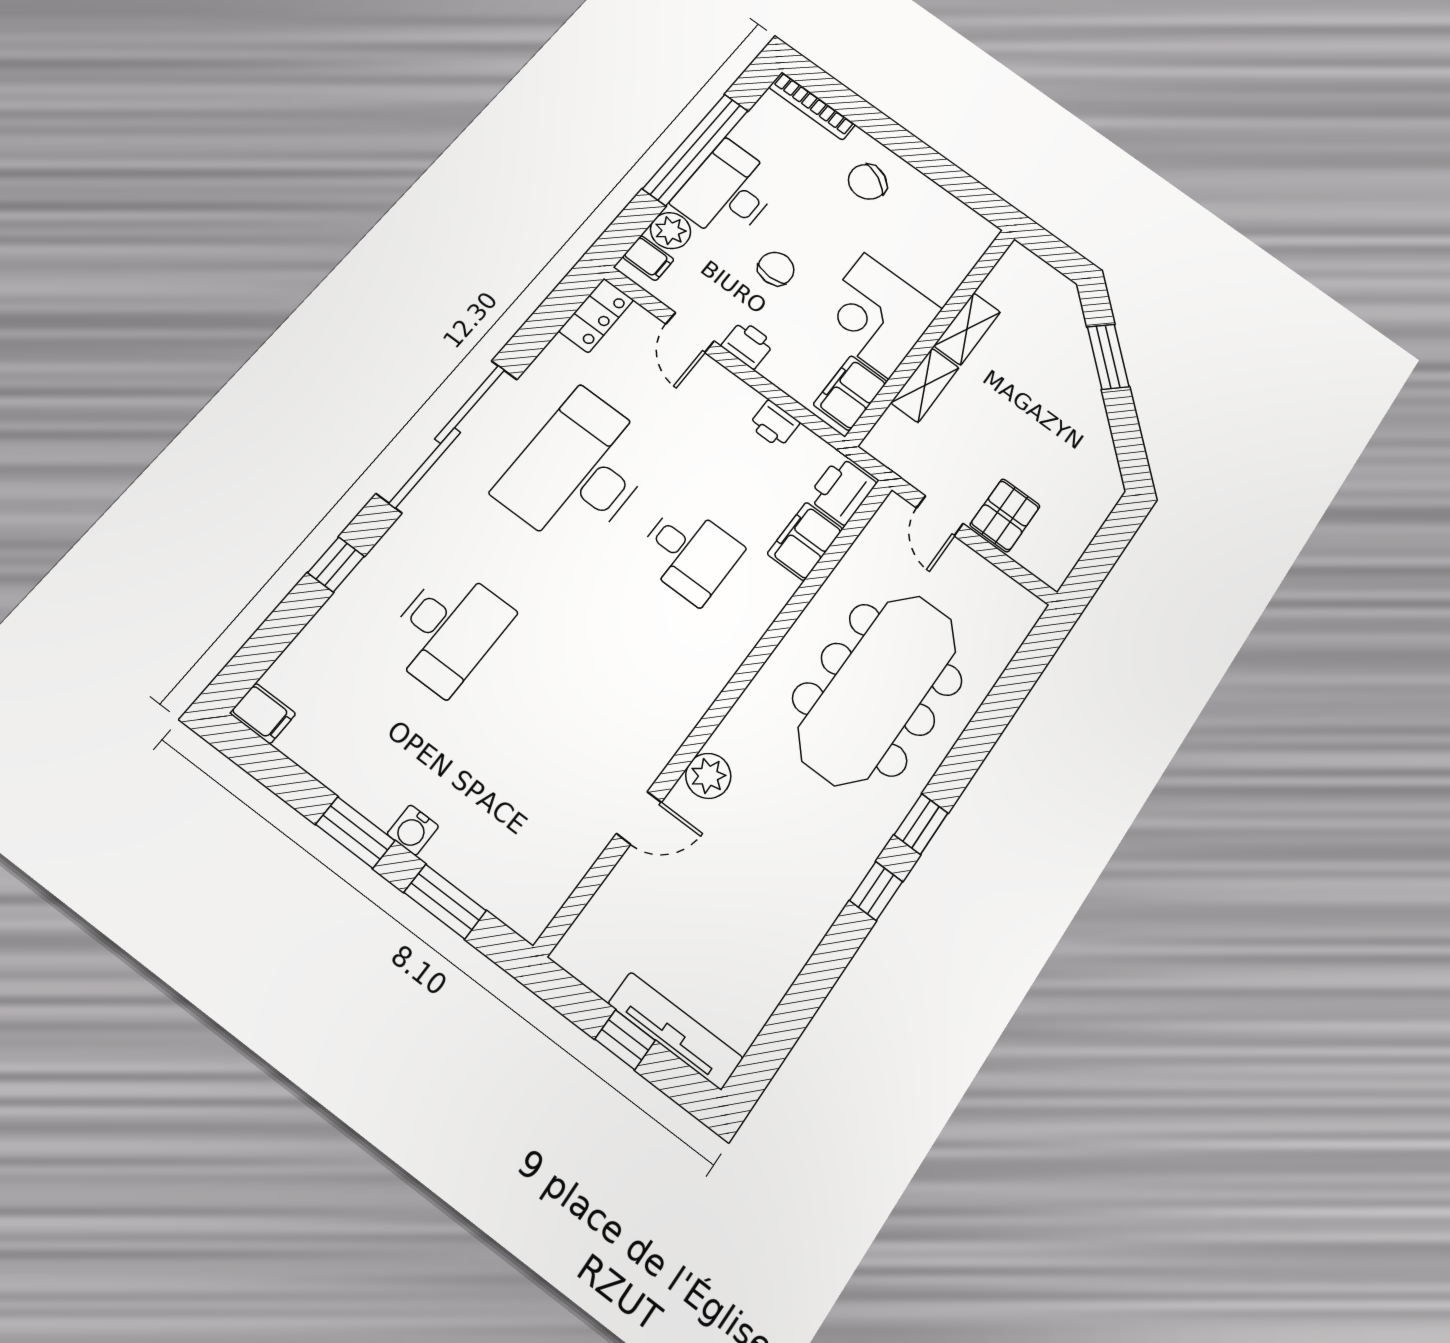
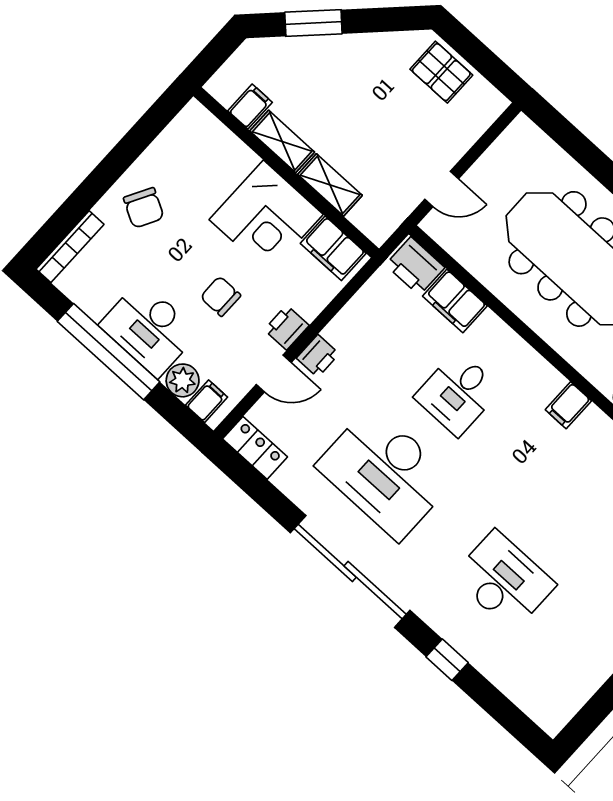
filing cabinet: (1001, 292) -> (250, 107), added
printer: (774, 424) -> (318, 356), moved
pallet: (1005, 515) -> (441, 72), moved
desk: (689, 553) -> (458, 393), turned 180
filing cabinet: (263, 713) -> (568, 405), moved, turned 180

